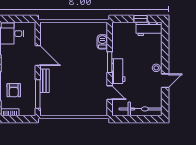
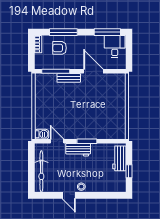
workbench: (149, 29) -> (119, 158), moved
barbecue: (102, 42) -> (42, 134), moved
door: (38, 55) -> (93, 71), swing flipped
door: (110, 93) -> (57, 141), swing flipped

